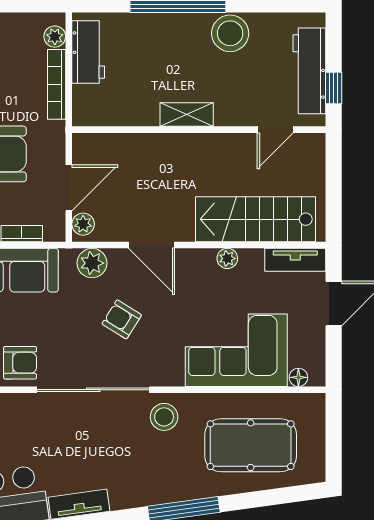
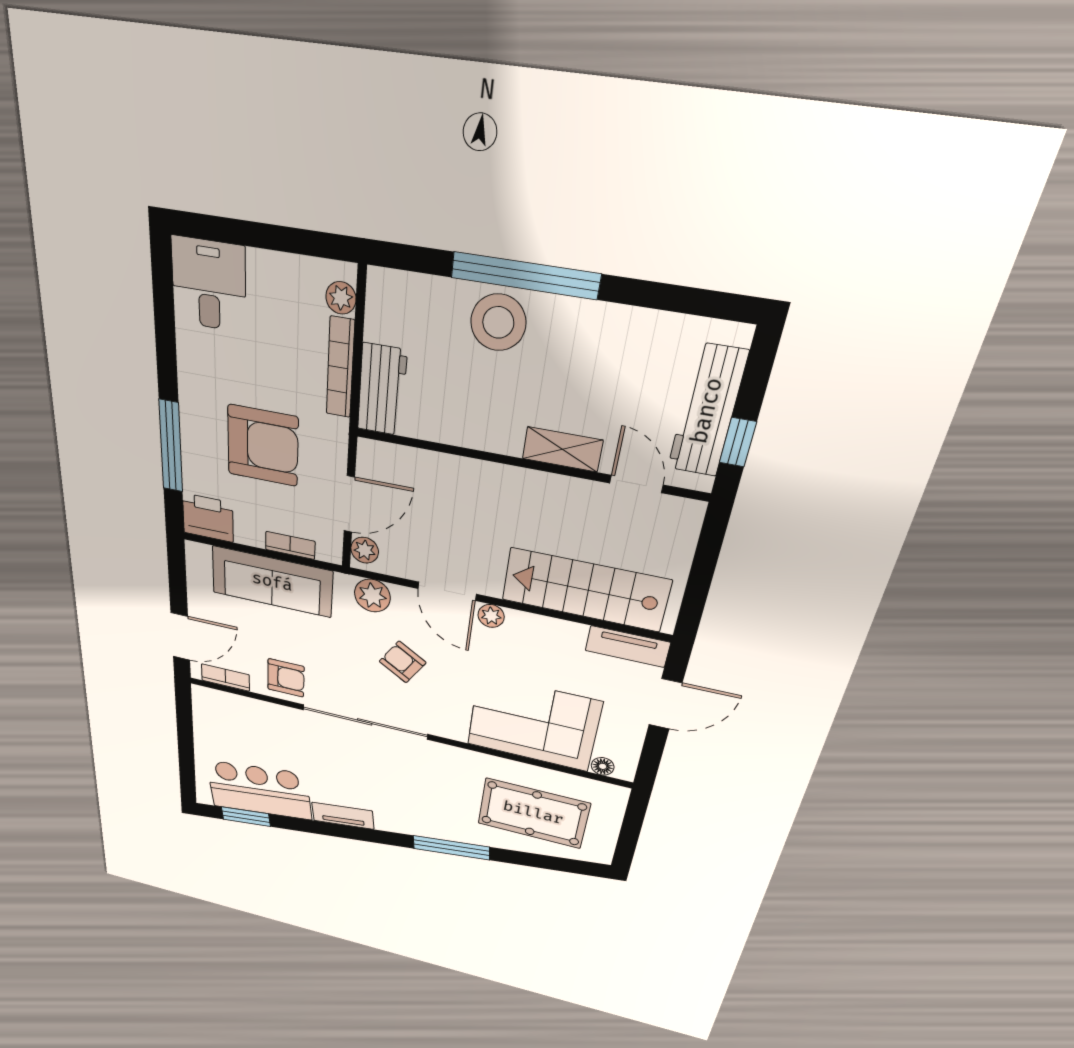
stool: (230, 33) -> (498, 322), moved
workbench: (88, 52) -> (382, 390), moved
shelving: (187, 115) -> (562, 449), moved
door: (275, 130) -> (636, 484), swing flipped
plant: (227, 258) -> (491, 616), moved
stool: (164, 417) -> (440, 765), removed

